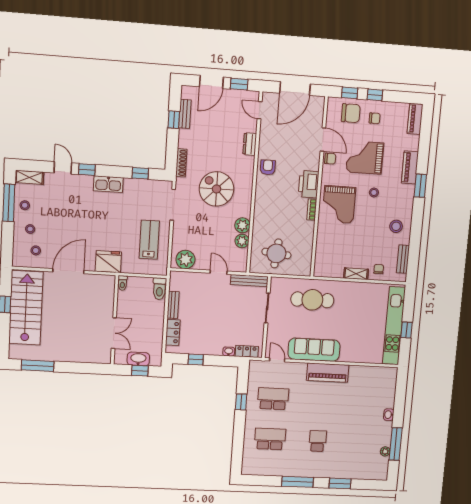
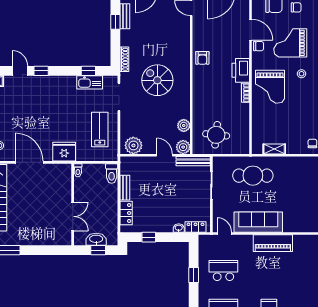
dresser: (250, 144) -> (184, 38), removed
armchair: (268, 167) -> (202, 58), turned 180
kitchen sink: (108, 184) -> (90, 82), moved
plant: (242, 225) -> (183, 147), moved
door: (68, 271) -> (29, 162), hinge flipped
shelving: (356, 274) -> (274, 149), moved

